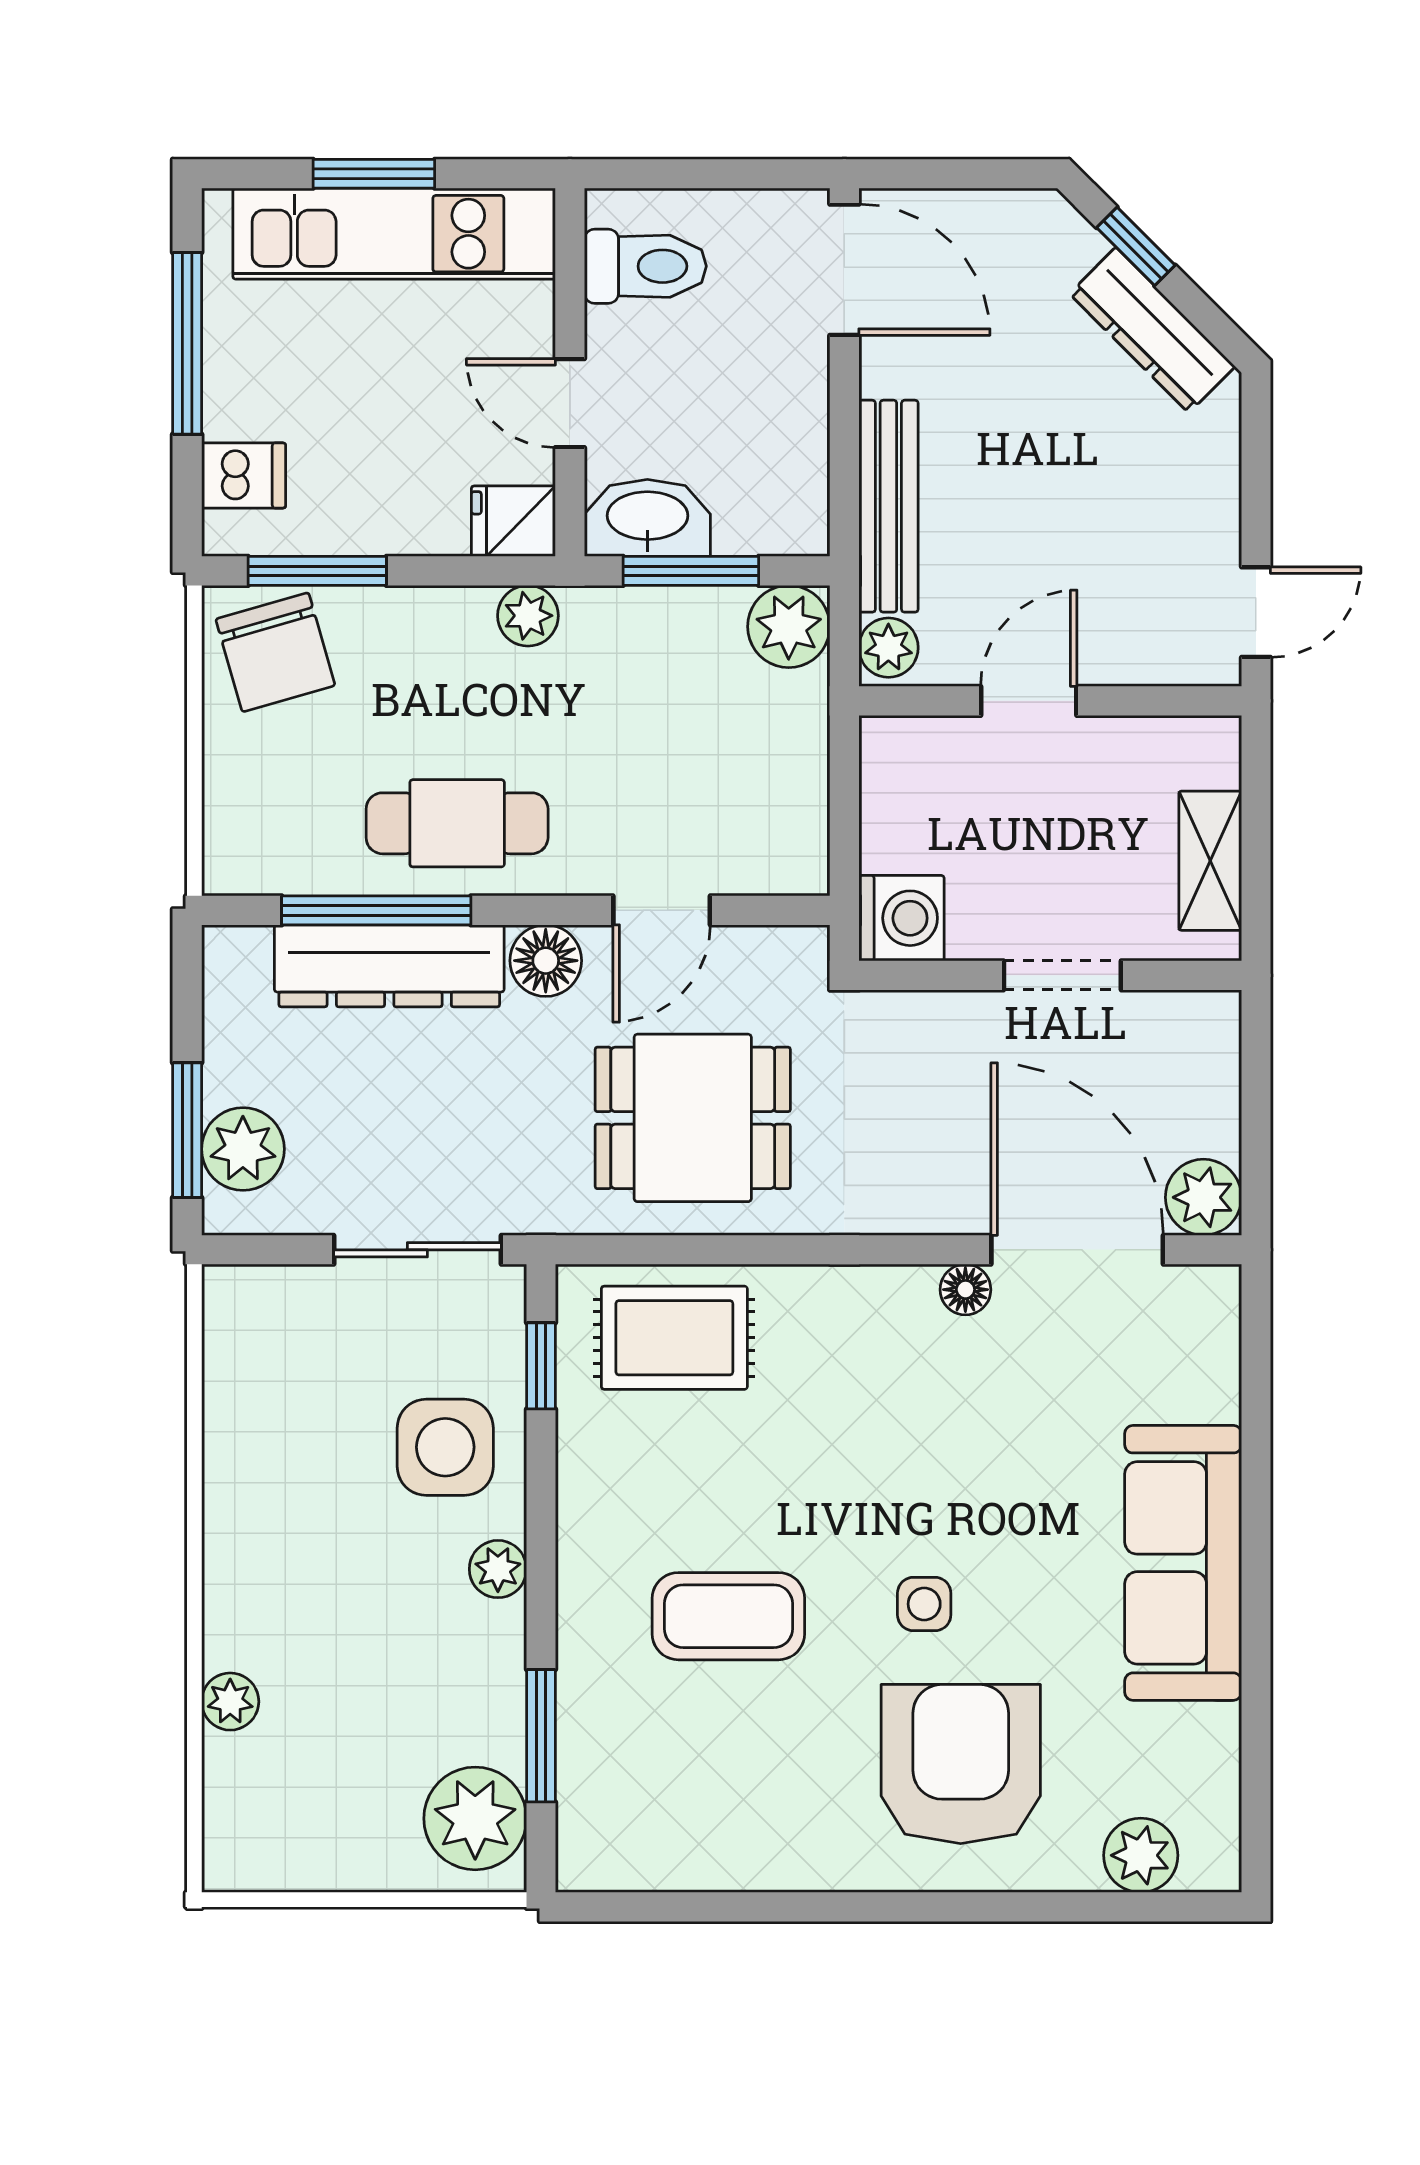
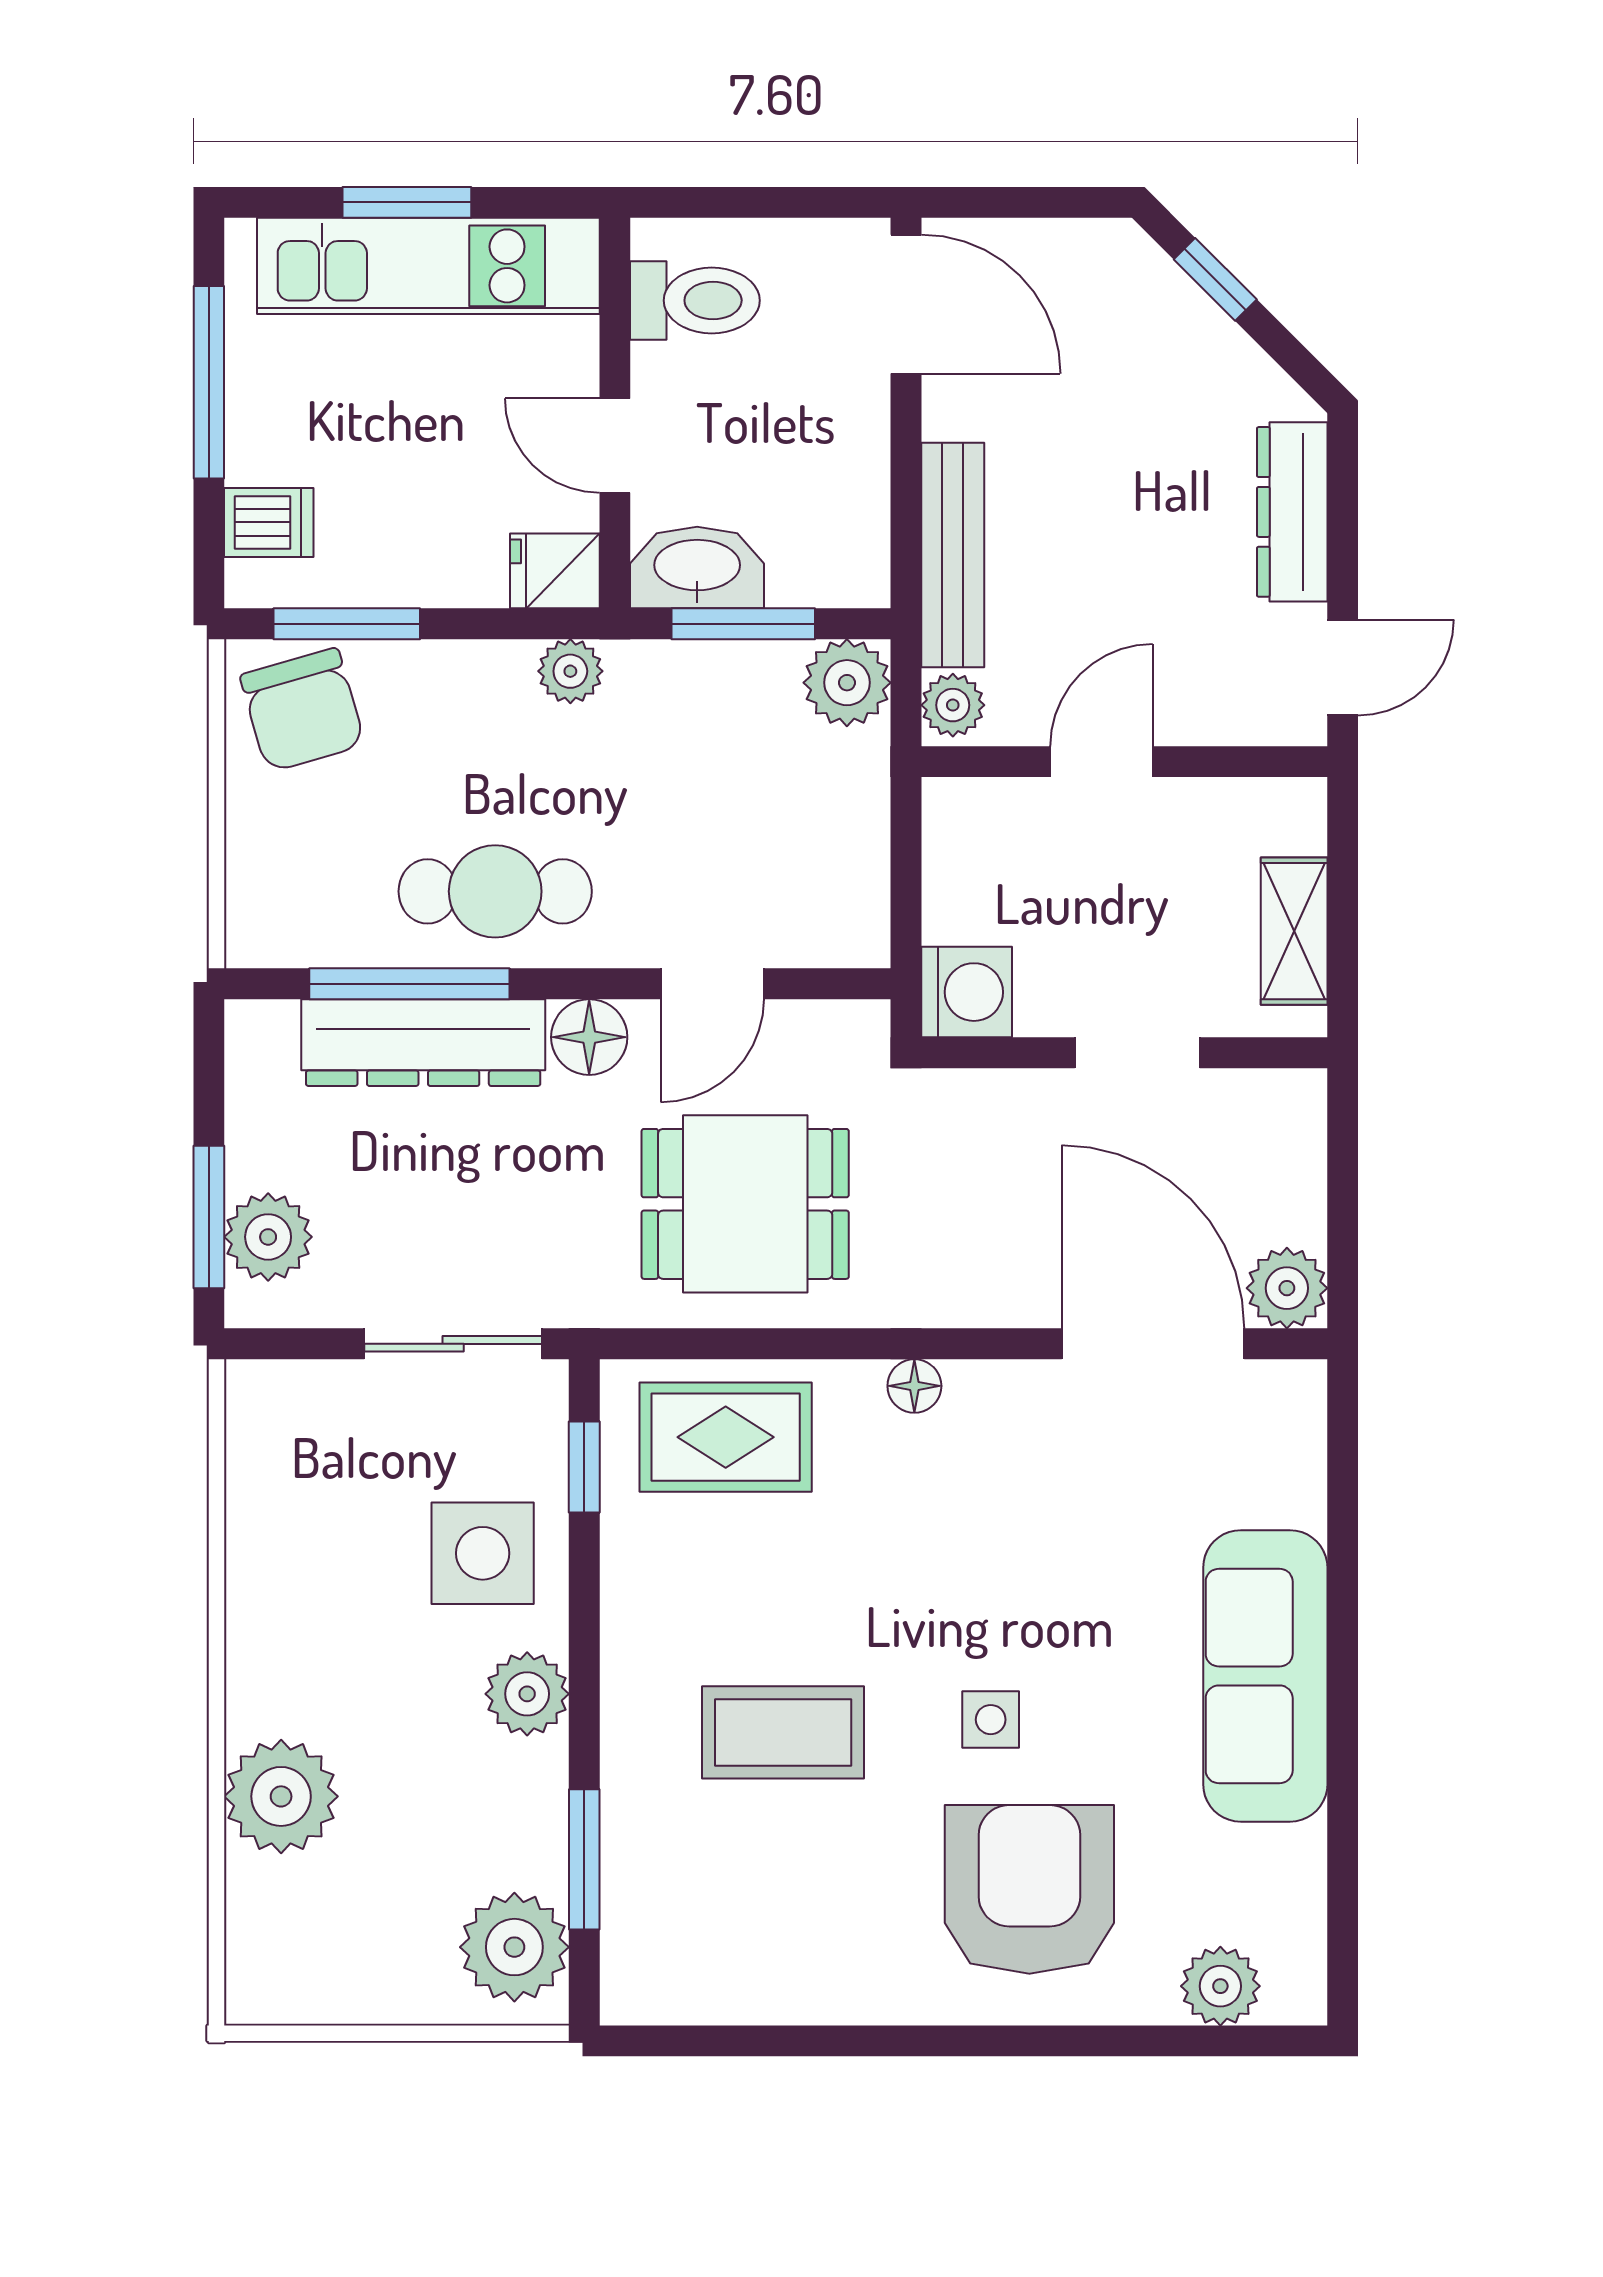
dresser: (1152, 330) -> (1292, 512), moved, turned 45
floor lamp: (965, 1290) -> (914, 1386), moved
plant: (498, 1569) -> (527, 1694), width x1.38, depth x1.38
plant: (230, 1702) -> (281, 1796), width x1.88, depth x1.88

